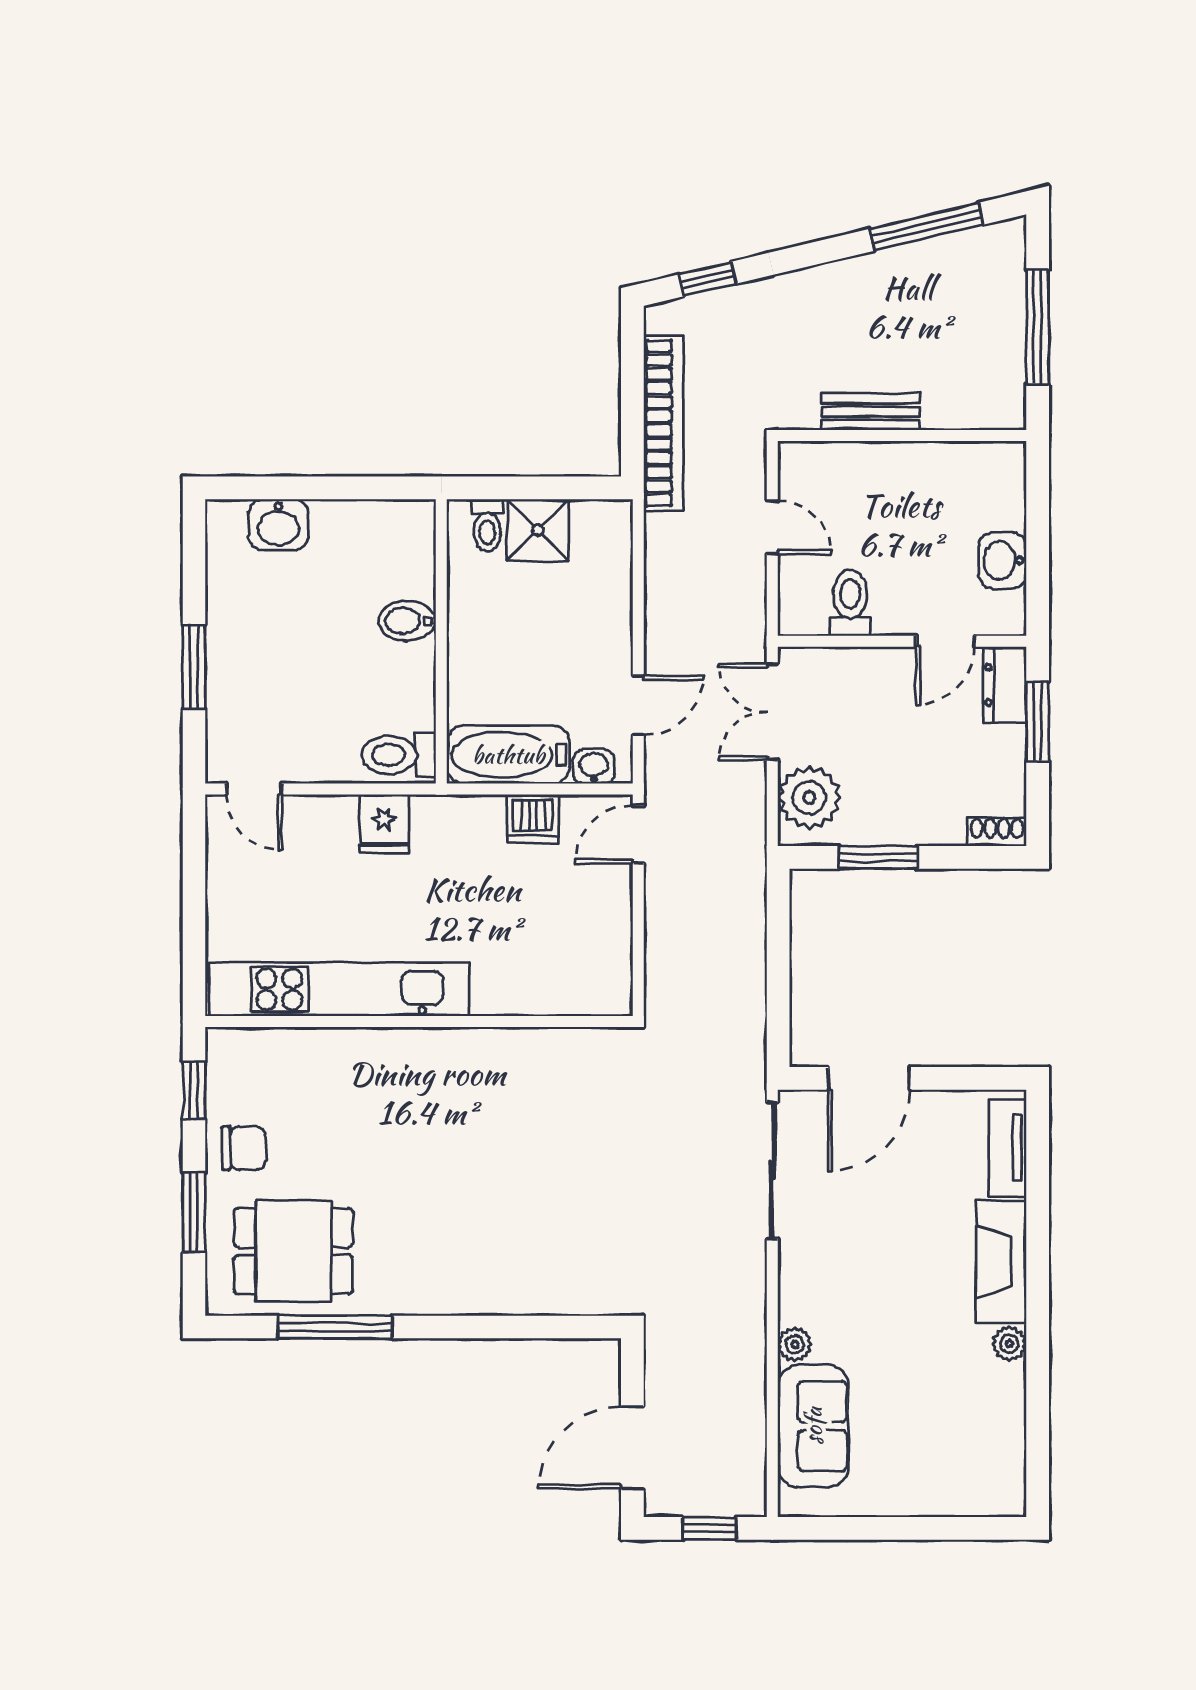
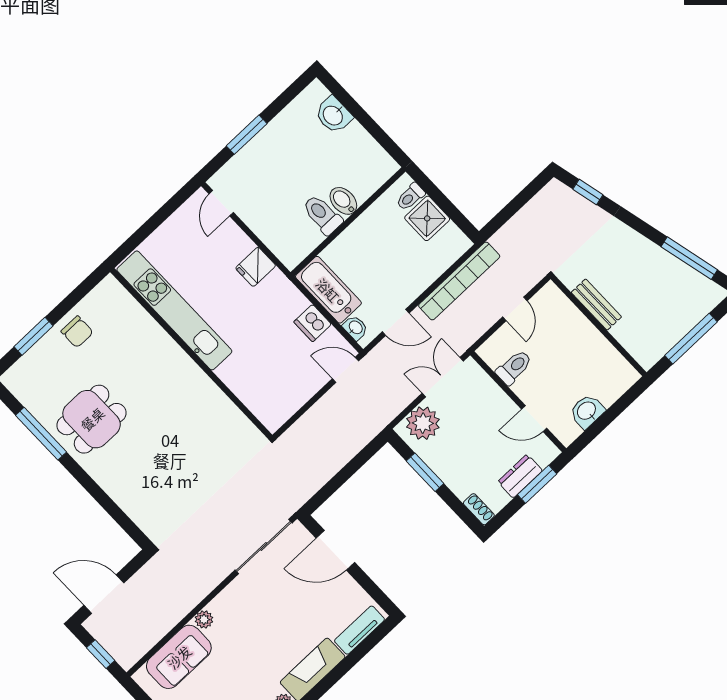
bookcase: (663, 423) -> (459, 281), moved
dresser: (1005, 685) -> (520, 476), moved
toilet: (399, 755) -> (322, 215), moved
window: (194, 1091) -> (81, 291), removed
dining table: (293, 1251) -> (92, 419), moved, turned 90

